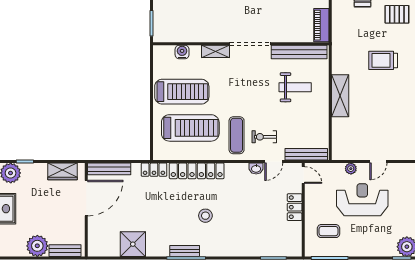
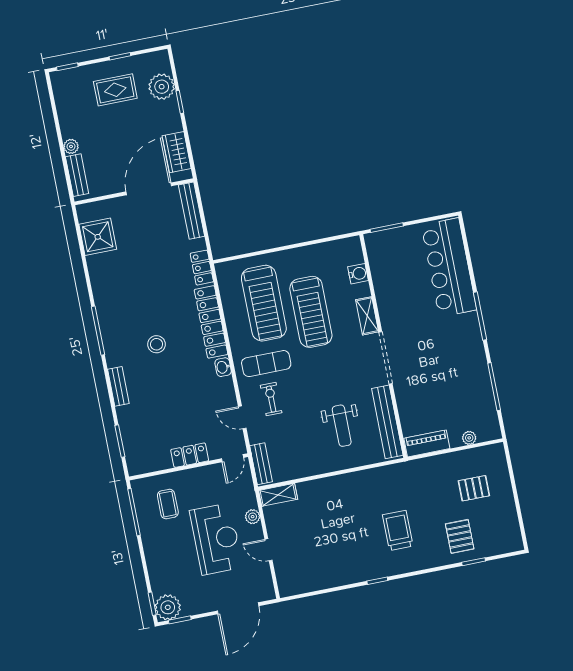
treadmill: (182, 92) -> (311, 312), moved
shelving: (340, 96) -> (278, 495), moved, width x0.67, depth x0.75
bench: (306, 154) -> (261, 464), width x0.73
washbasin: (256, 169) -> (223, 367), moved
door: (86, 198) -> (149, 189), swing flipped
shower: (133, 244) -> (98, 237), moved
plant: (37, 246) -> (71, 146), width x0.53, depth x0.53
bench: (185, 251) -> (118, 386), moved

